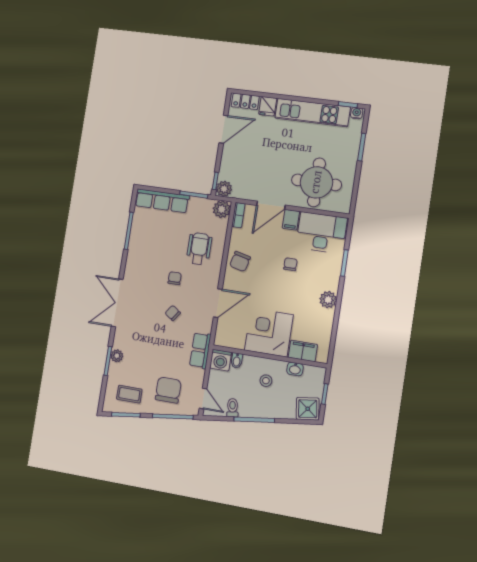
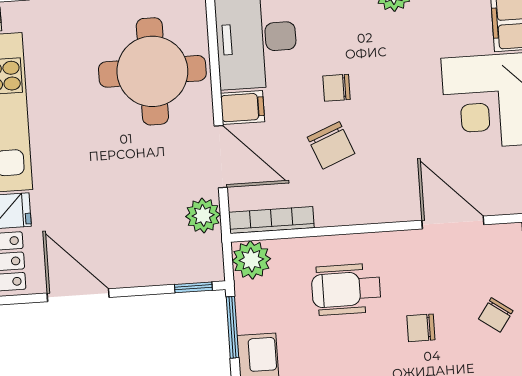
plant: (224, 189) -> (203, 215), moved
bookcase: (238, 215) -> (271, 220), width x1.56
chair: (240, 261) -> (331, 145), moved, turned 54

